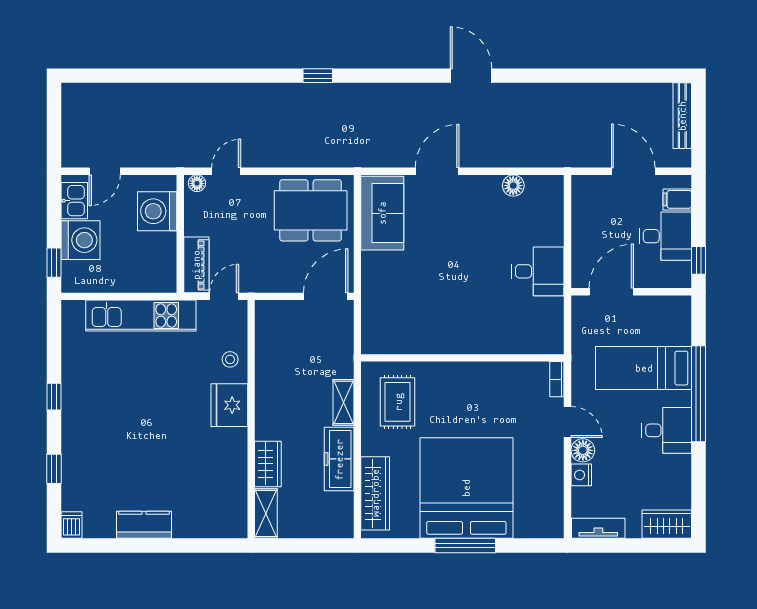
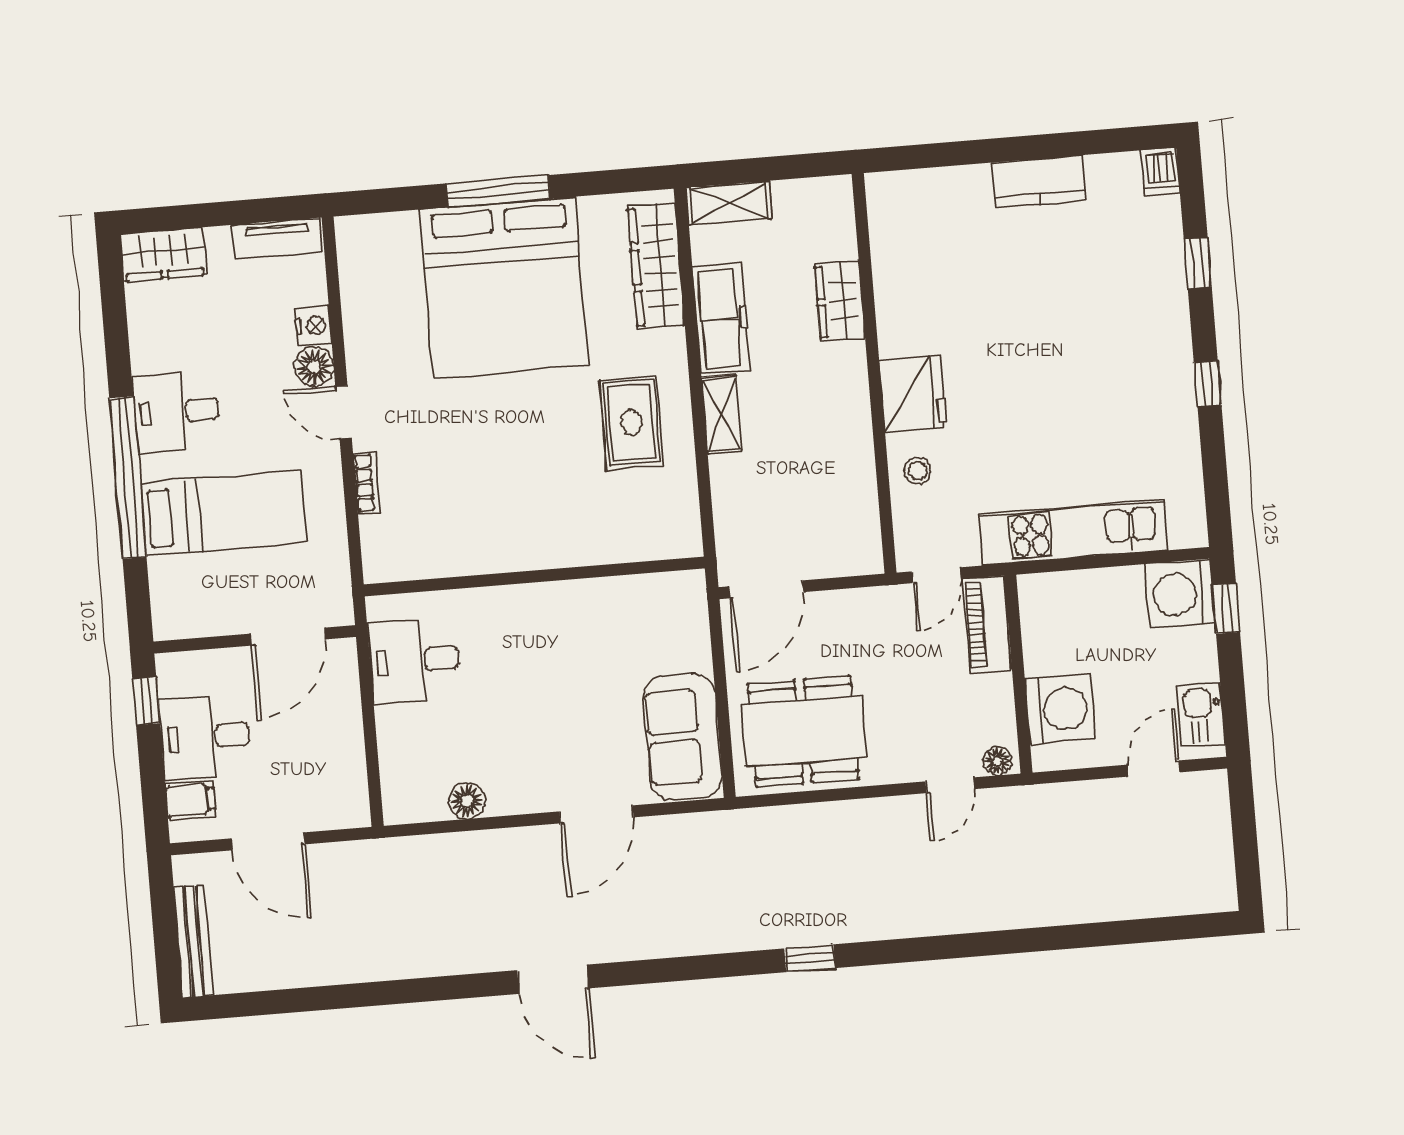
washing machine: (80, 240) -> (1180, 594), moved
wall: (462, 358) -> (534, 576), moved
shelving: (266, 514) -> (729, 203), moved, turned 90

